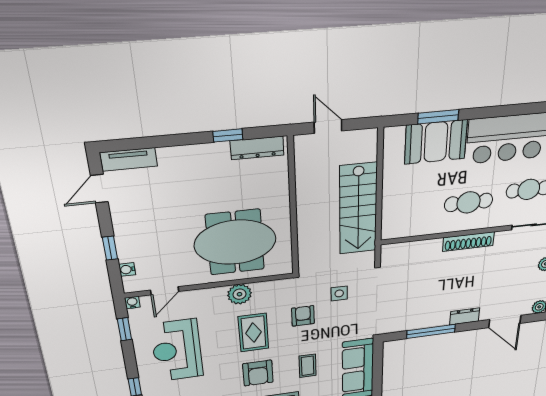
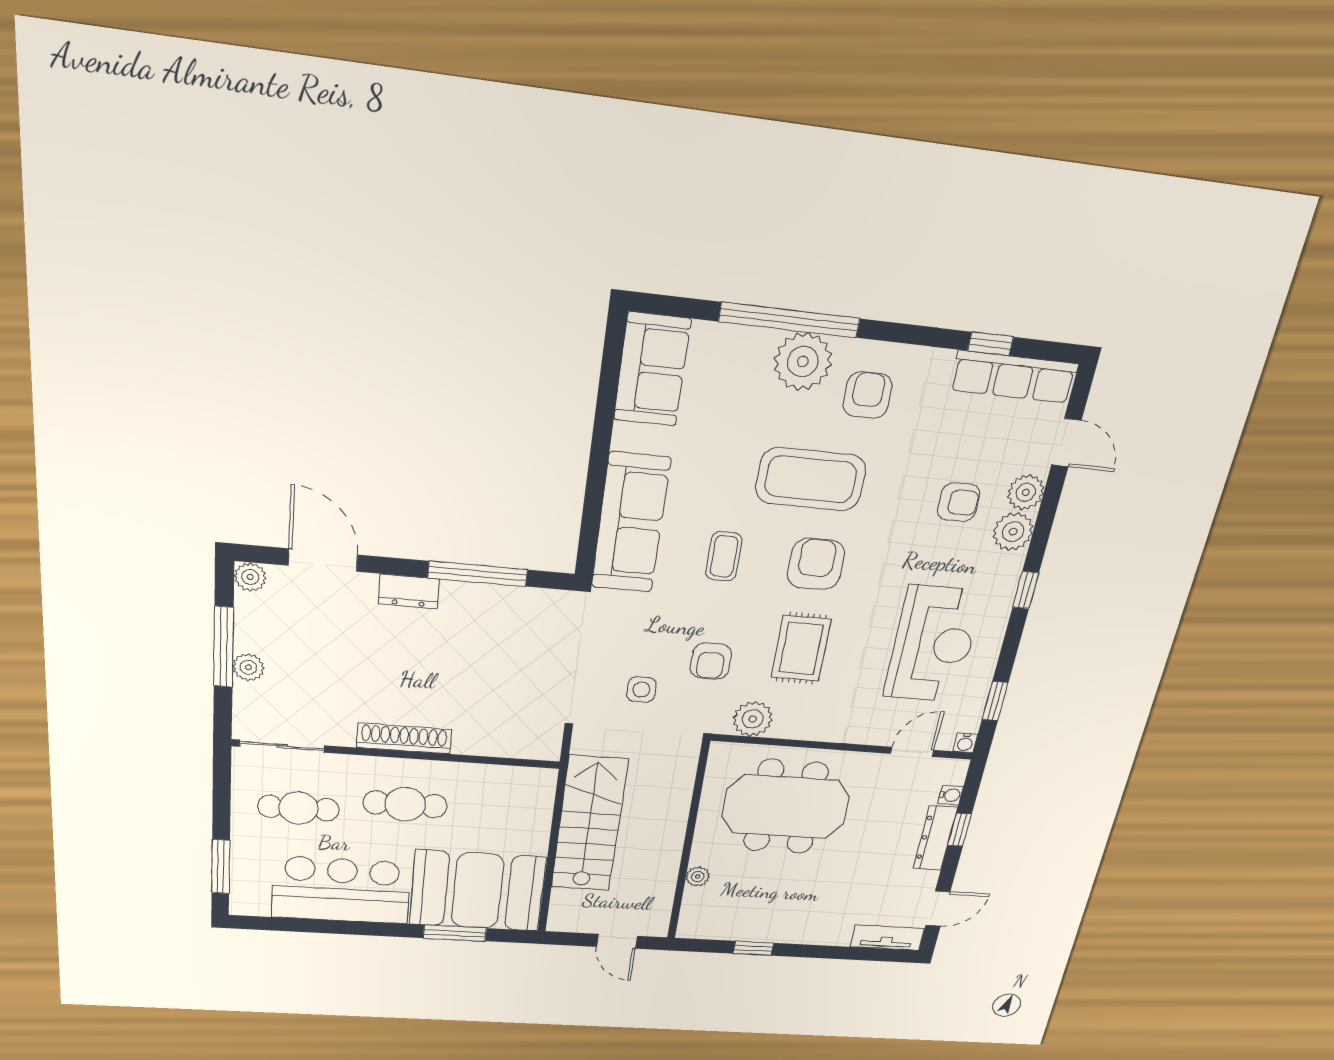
booth: (436, 142) -> (478, 891), width x1.36, depth x1.42
dresser: (257, 148) -> (935, 838), moved, turned -90
plant: (281, 185) -> (698, 877), added
plant: (239, 294) -> (753, 719), moved

